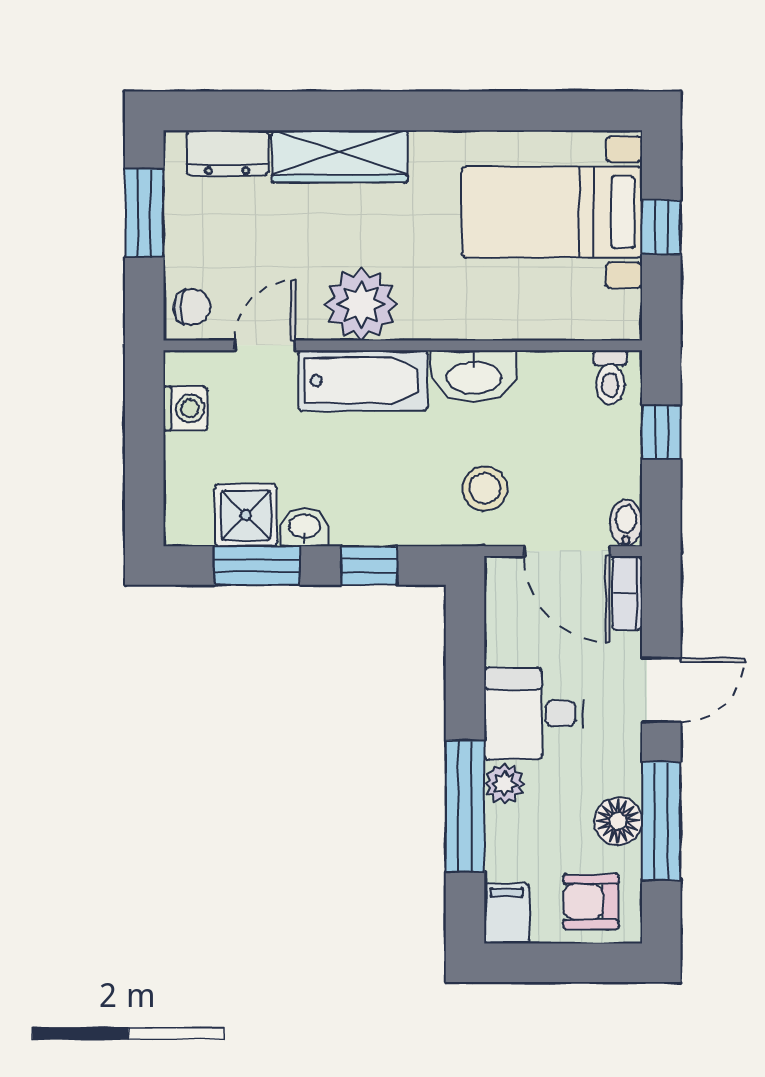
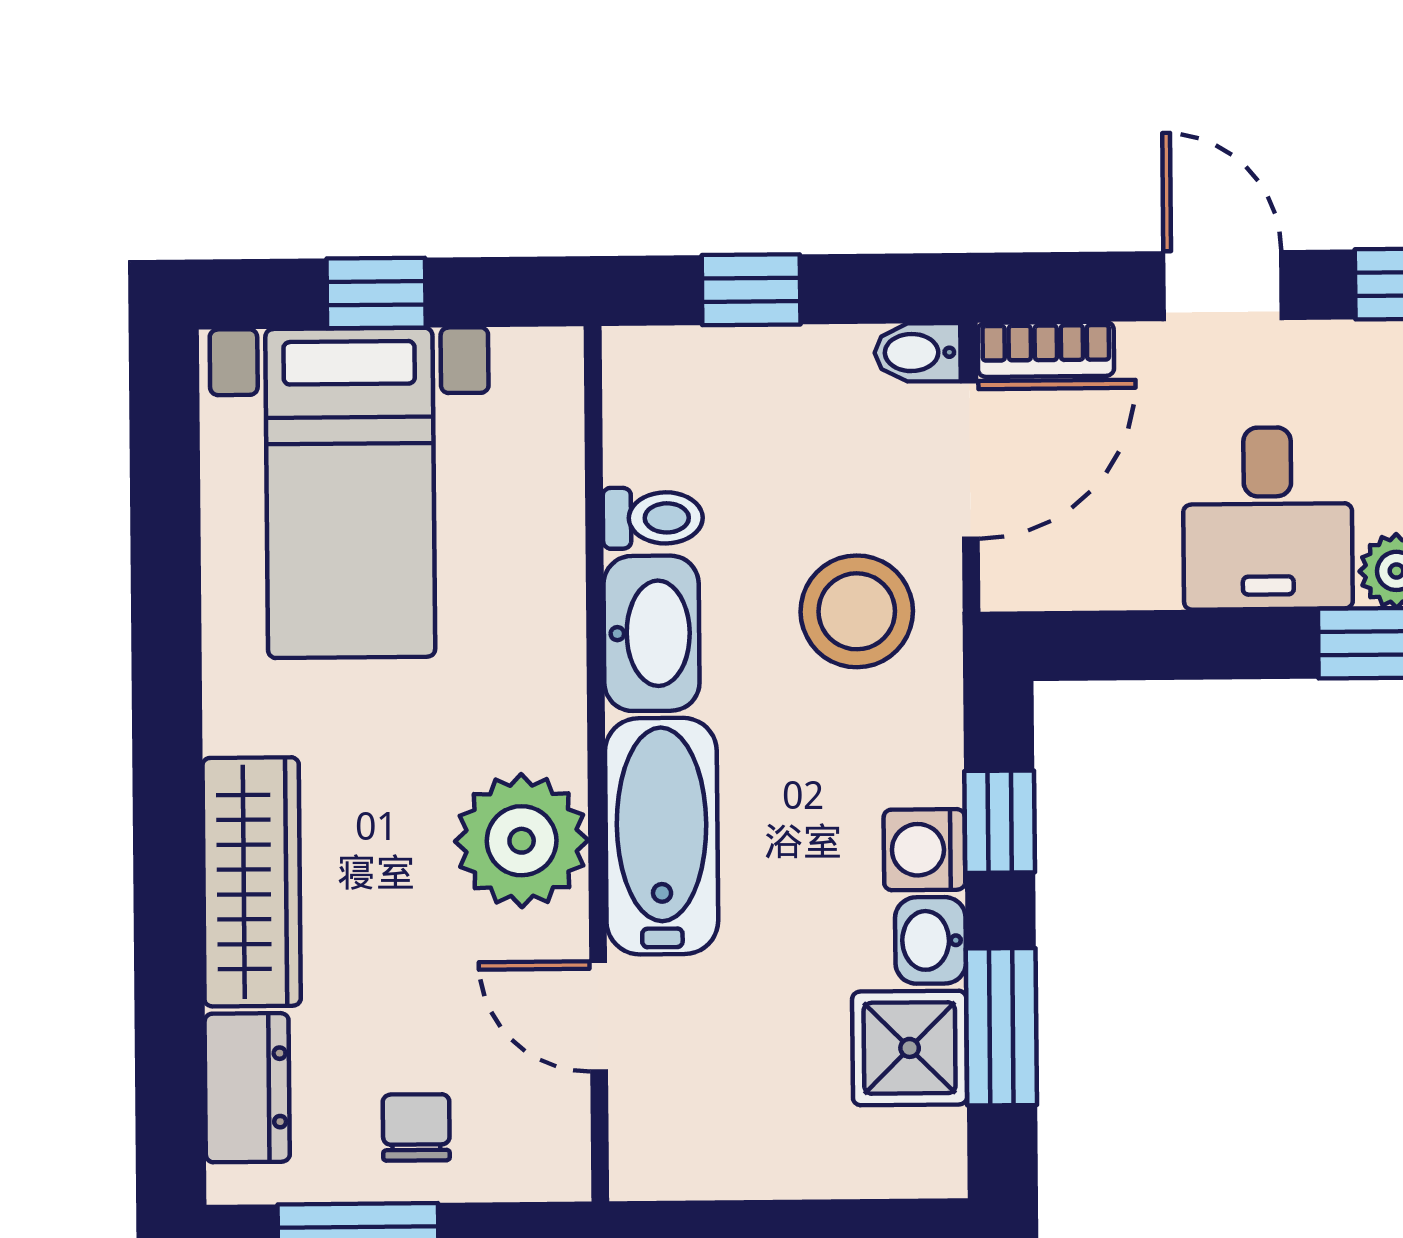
chair: (192, 307) -> (416, 1127), moved
toilet: (610, 377) -> (653, 518), moved
washing machine: (186, 408) -> (924, 850), moved, turned -90
stool: (485, 488) -> (857, 611), width x1.38, depth x1.38

